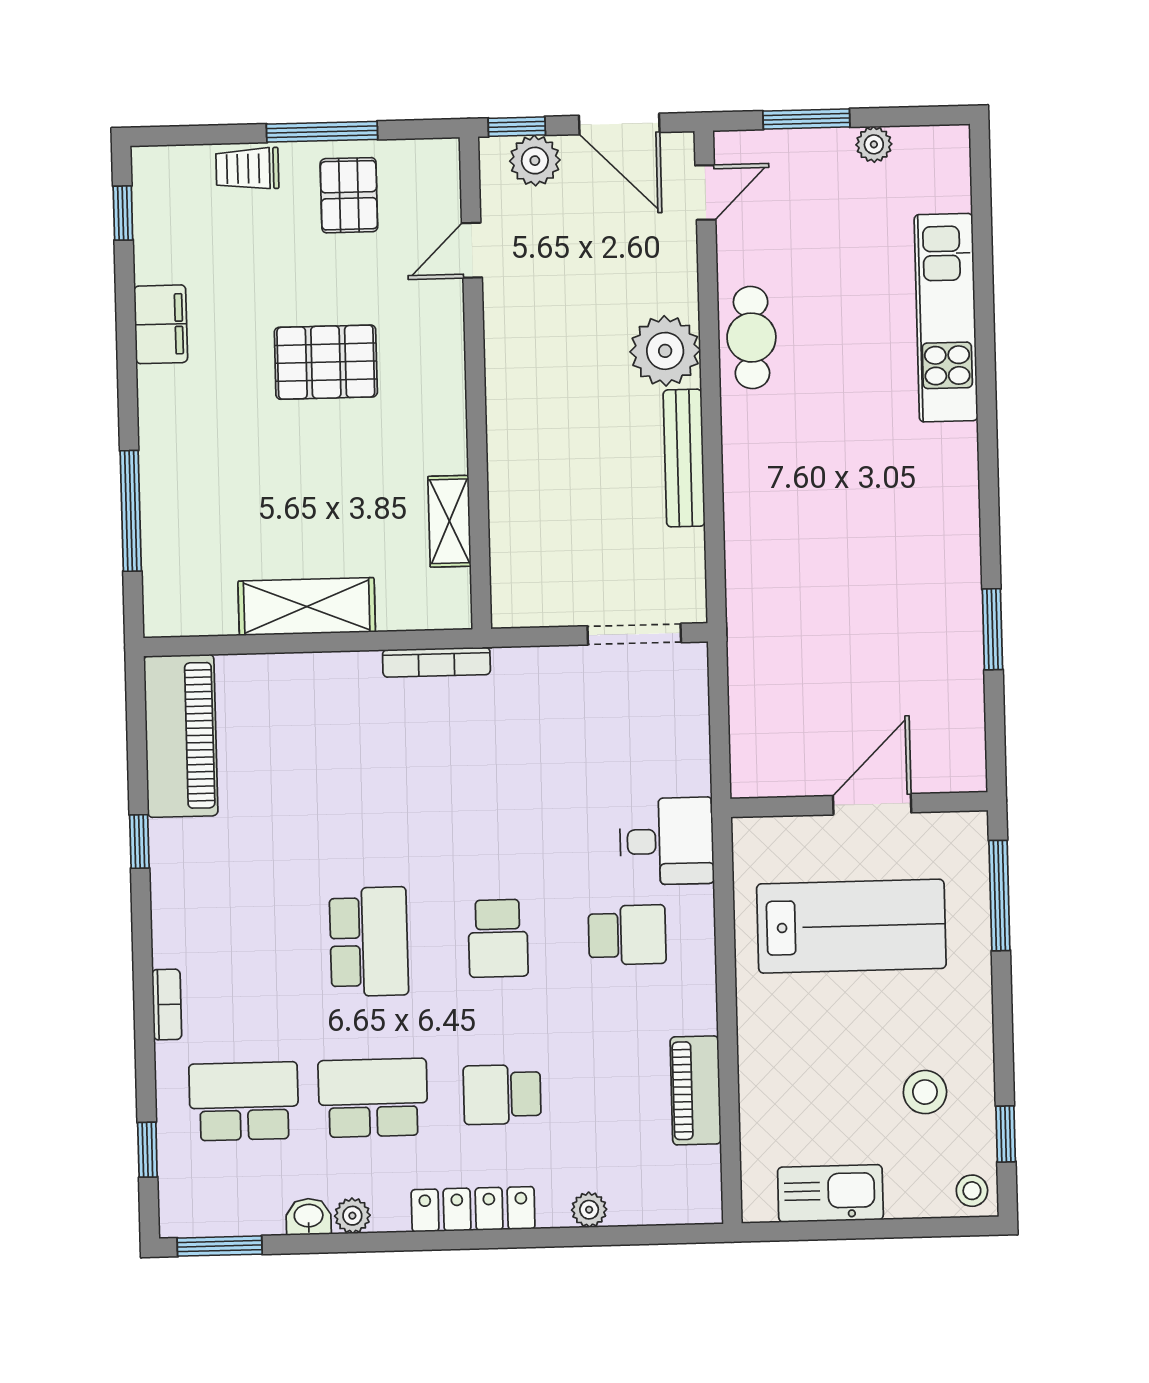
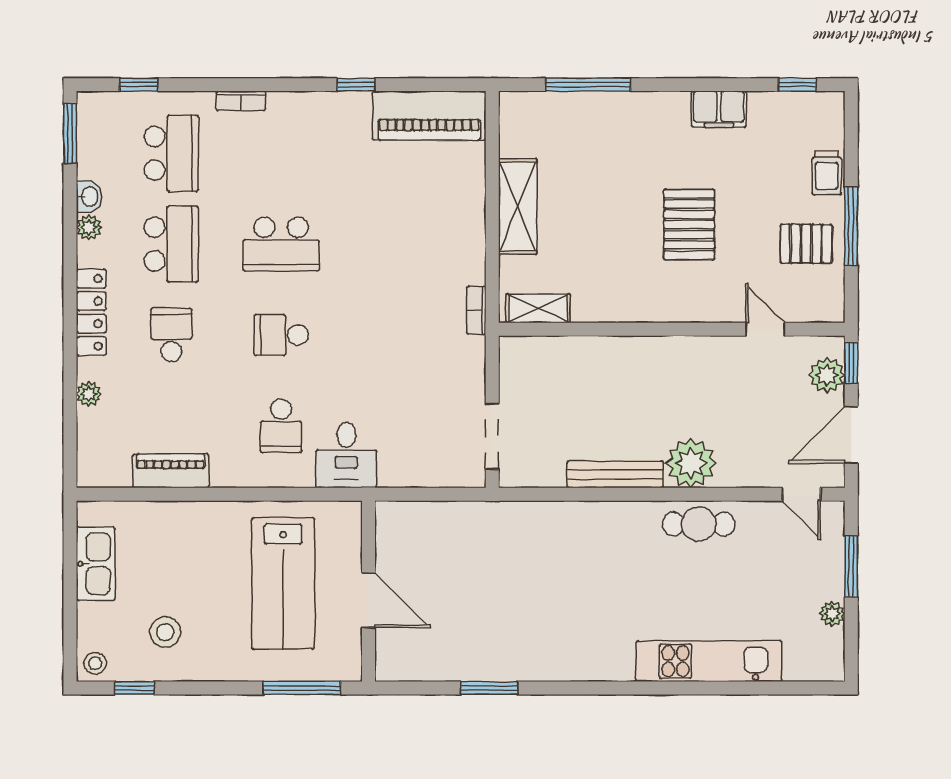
trolley: (247, 169) -> (827, 173), turned 180
shelving: (449, 521) -> (538, 308), moved
bookcase: (436, 662) -> (476, 310), width x0.64

